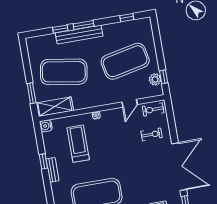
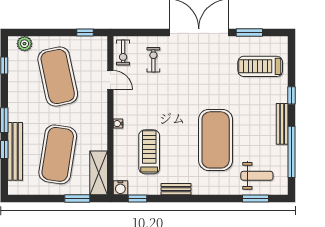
bench: (79, 35) -> (15, 151), moved
plant: (155, 79) -> (25, 44), moved
treadmill: (78, 144) -> (149, 152), turned 90
window: (43, 161) -> (138, 198), moved

